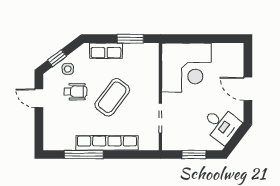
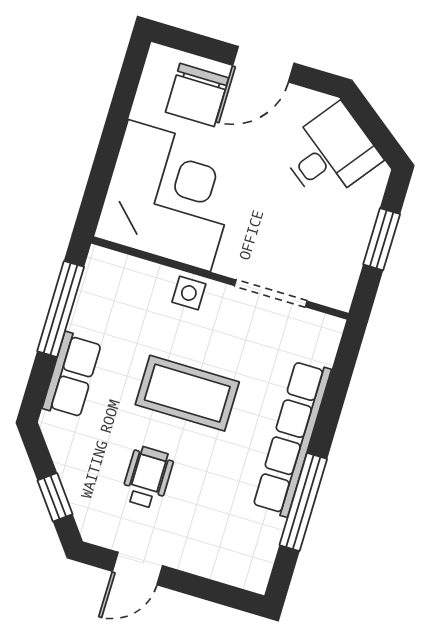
window: (130, 39) -> (61, 309), width x1.44
chair: (228, 67) -> (197, 95), added
side table: (68, 69) -> (189, 293), moved
coffee table: (112, 97) -> (187, 393), turned -37

